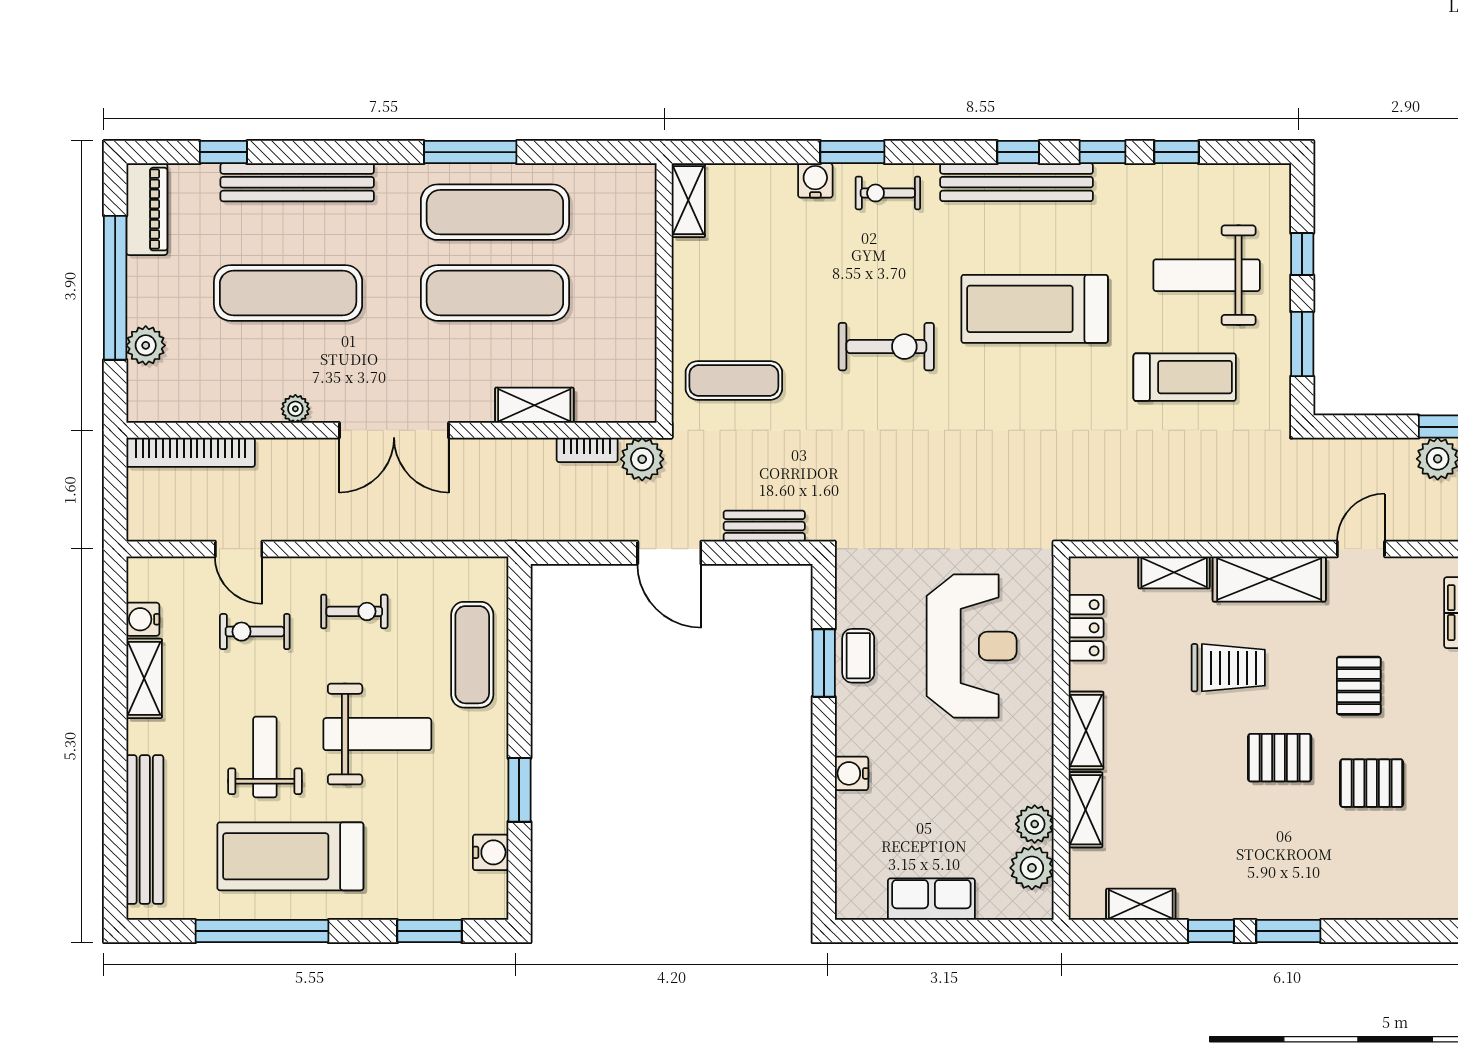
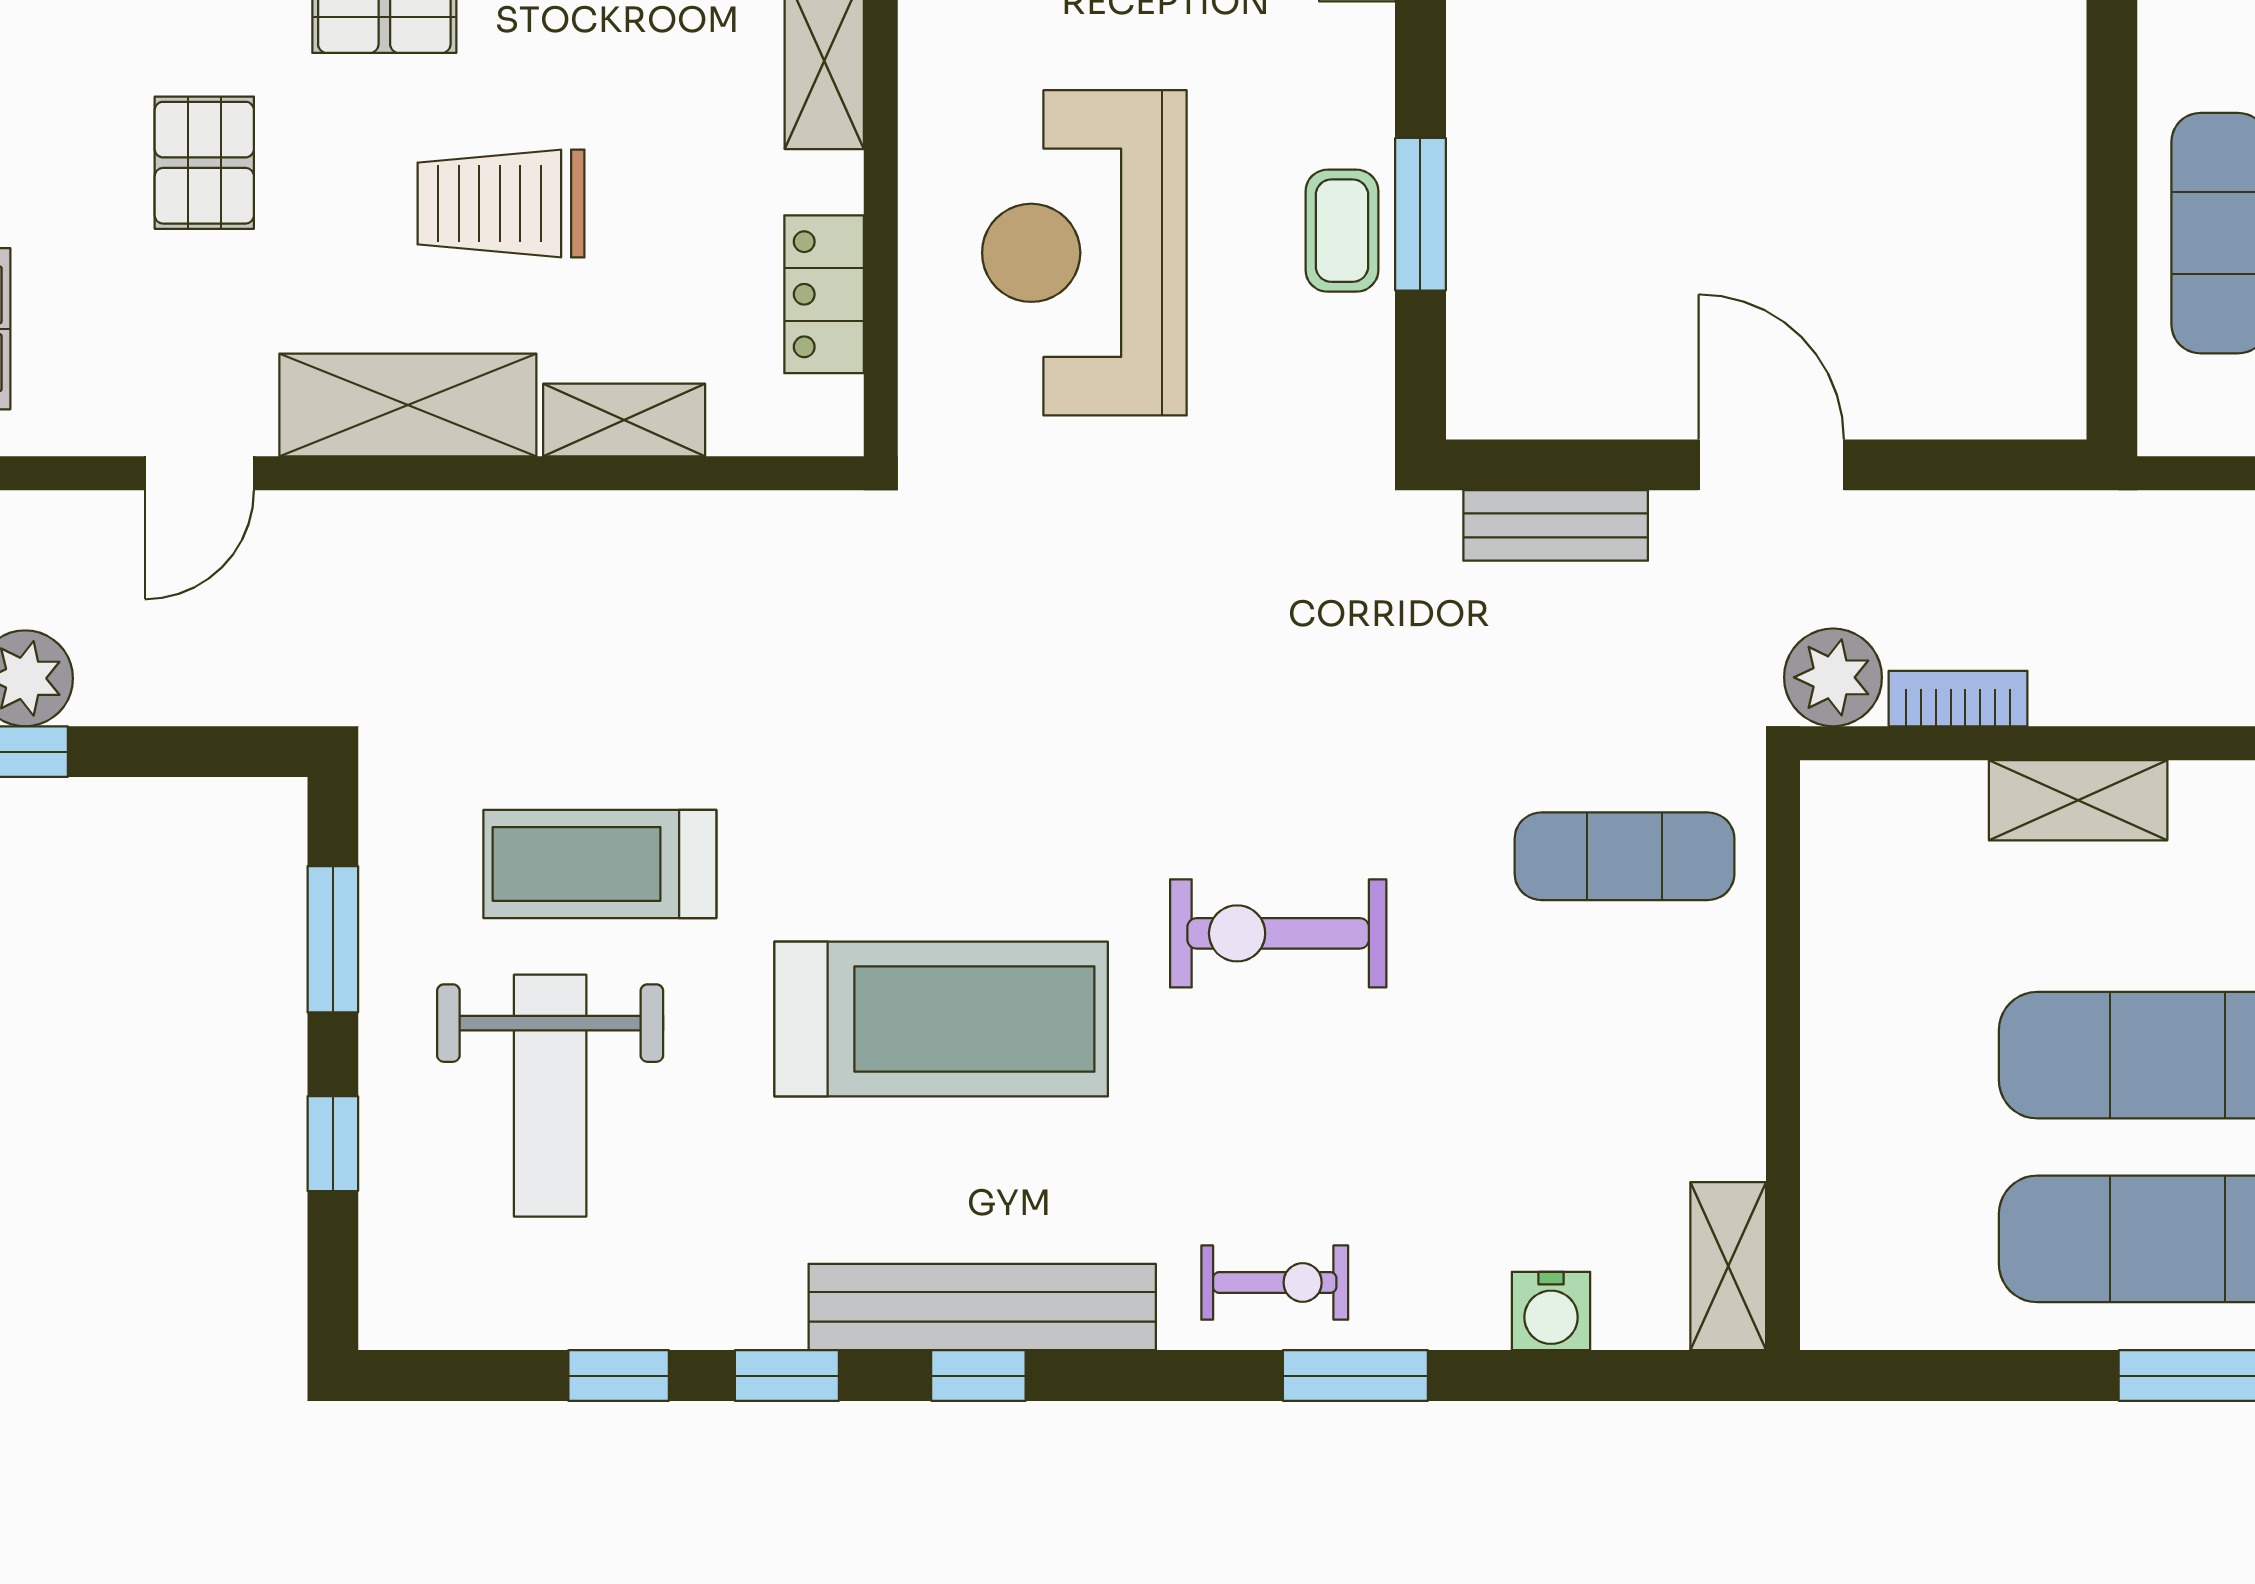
water cooler: (815, 180) -> (1551, 1311), moved
weight bench: (1207, 275) -> (550, 1096), turned 90

